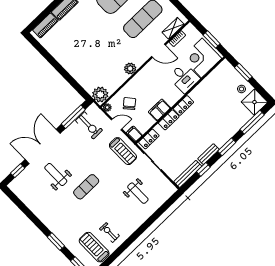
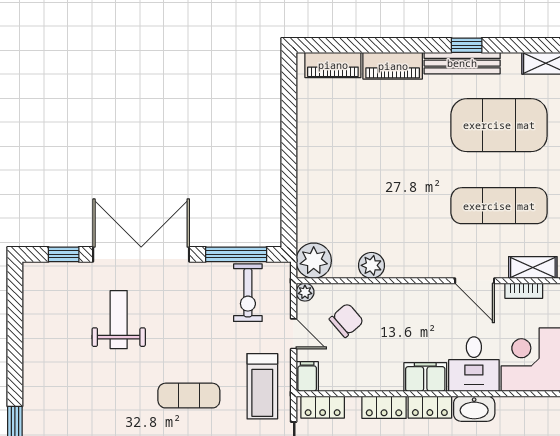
plant: (130, 69) -> (371, 265), moved
washbasin: (198, 92) -> (474, 409), added
filing cabinet: (159, 110) -> (425, 377), moved
exercise mat: (86, 187) -> (189, 396), moved

